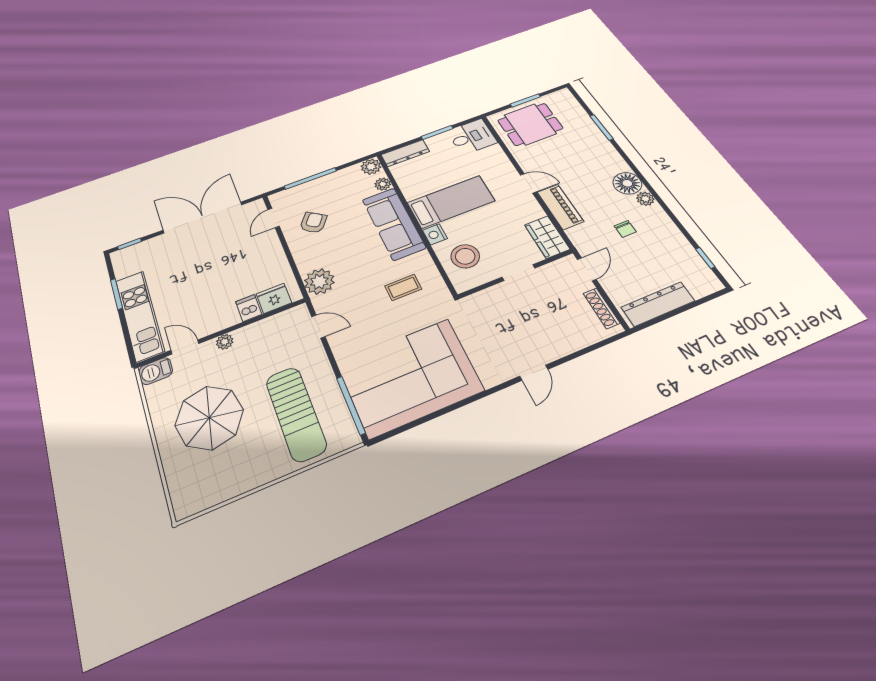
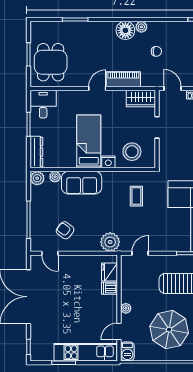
sofa: (394, 224) -> (82, 183), width x0.73

